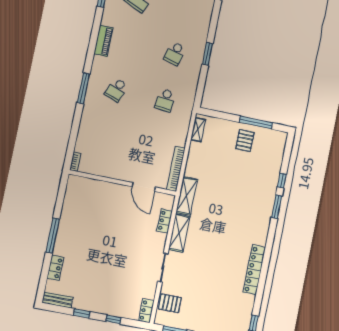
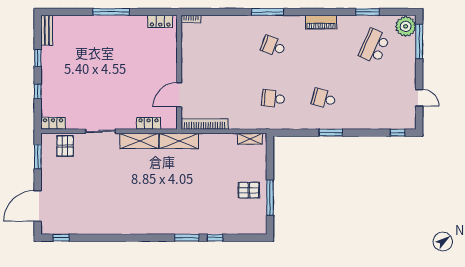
locker: (55, 268) -> (160, 21), moved
locker: (254, 270) -> (116, 227), removed

